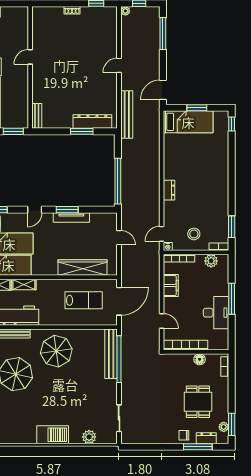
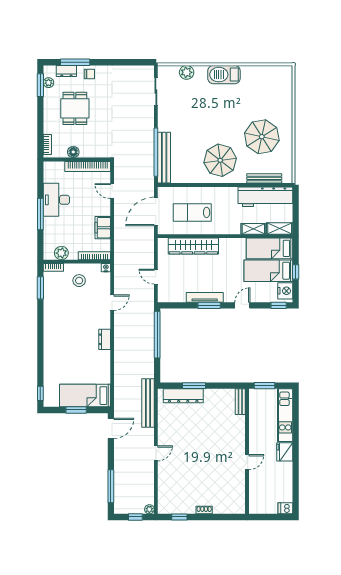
dresser: (169, 190) -> (105, 339), moved
door: (162, 234) -> (112, 303), moved

